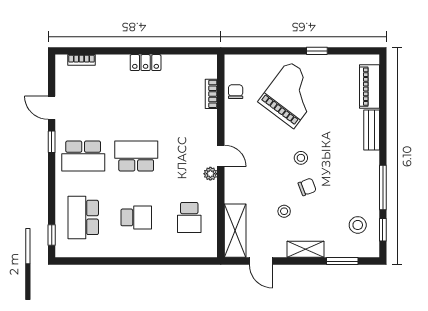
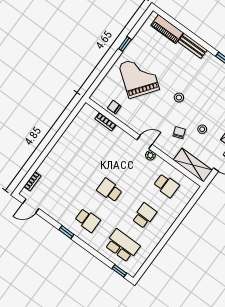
locker: (146, 63) -> (60, 146), removed
door: (52, 108) -> (31, 206), moved
school desk: (83, 156) -> (88, 220), width x0.54
school desk: (136, 156) -> (110, 190), width x0.54
chair: (307, 187) -> (179, 133), moved
school desk: (83, 217) -> (122, 246), turned 180

